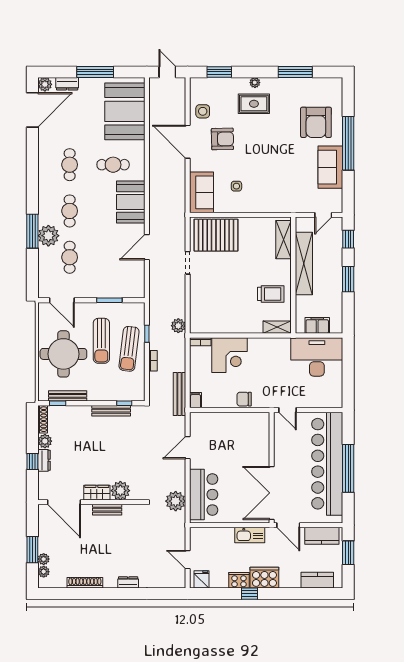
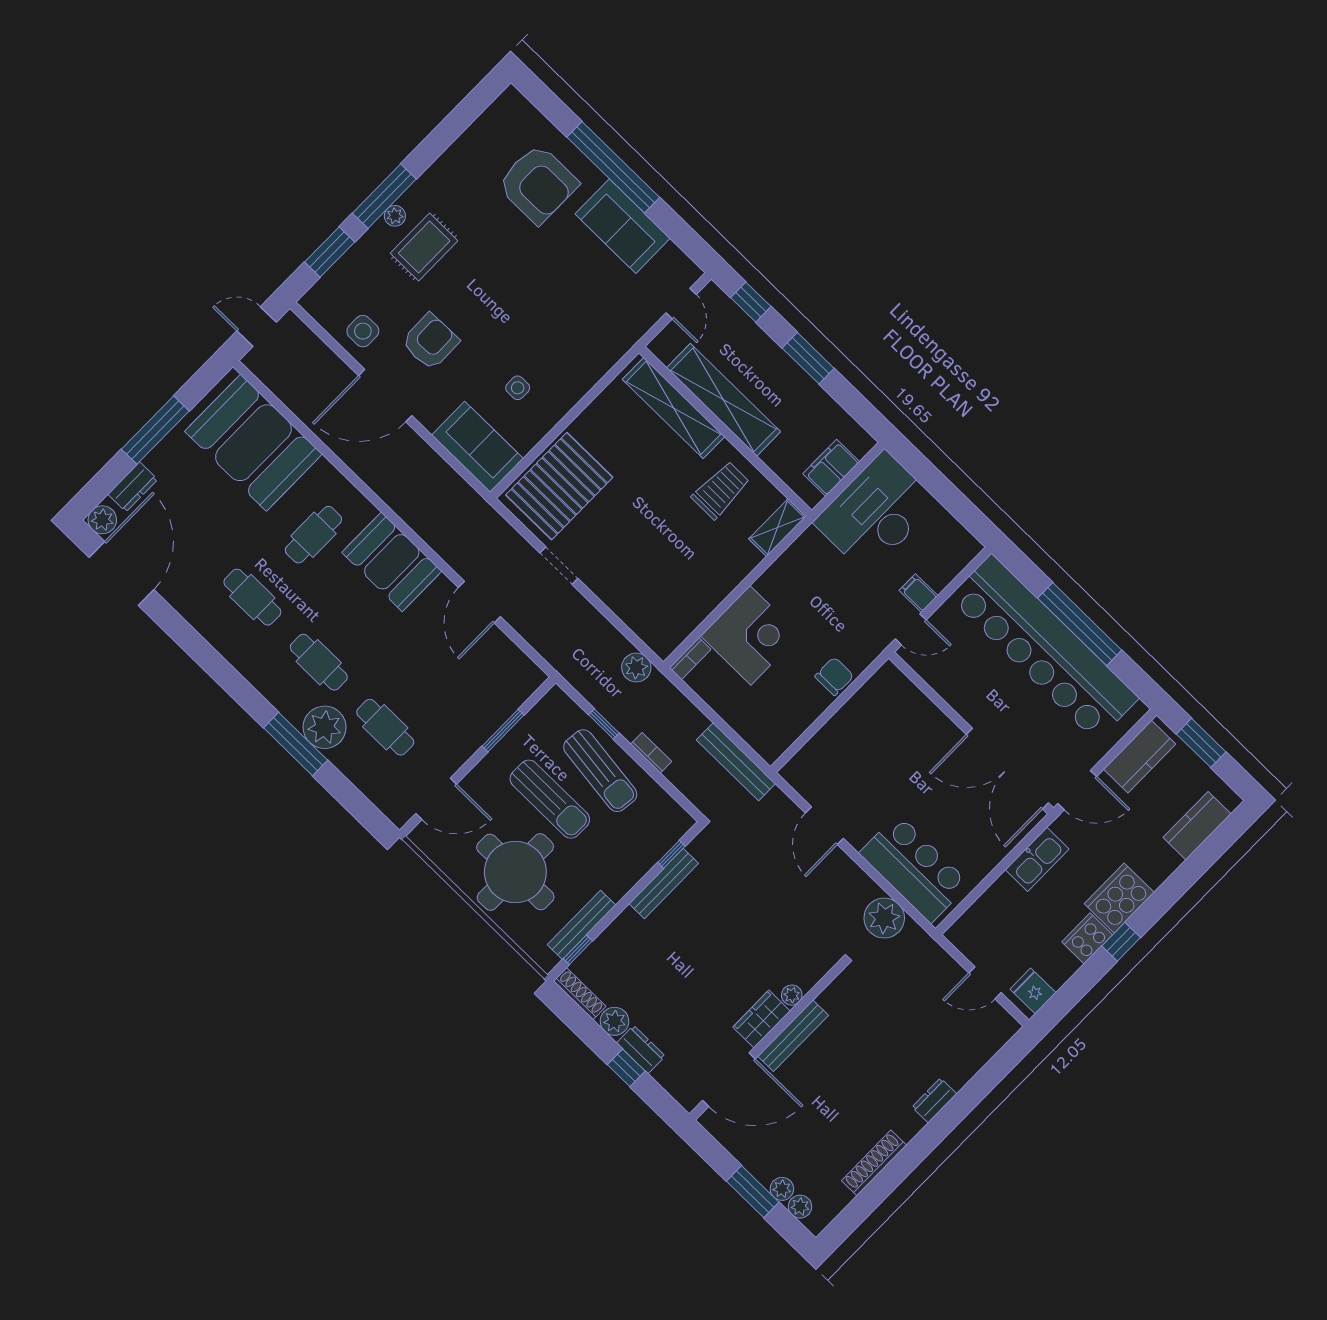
window: (295, 72) -> (384, 196), moved
shelving: (284, 240) -> (673, 408), width x1.47
chair: (244, 399) -> (834, 676), turned 180
filing cabinet: (195, 400) -> (918, 593), moved
plant: (120, 491) -> (792, 995), width x0.53, depth x0.53
bench: (107, 510) -> (793, 1036), width x1.36

